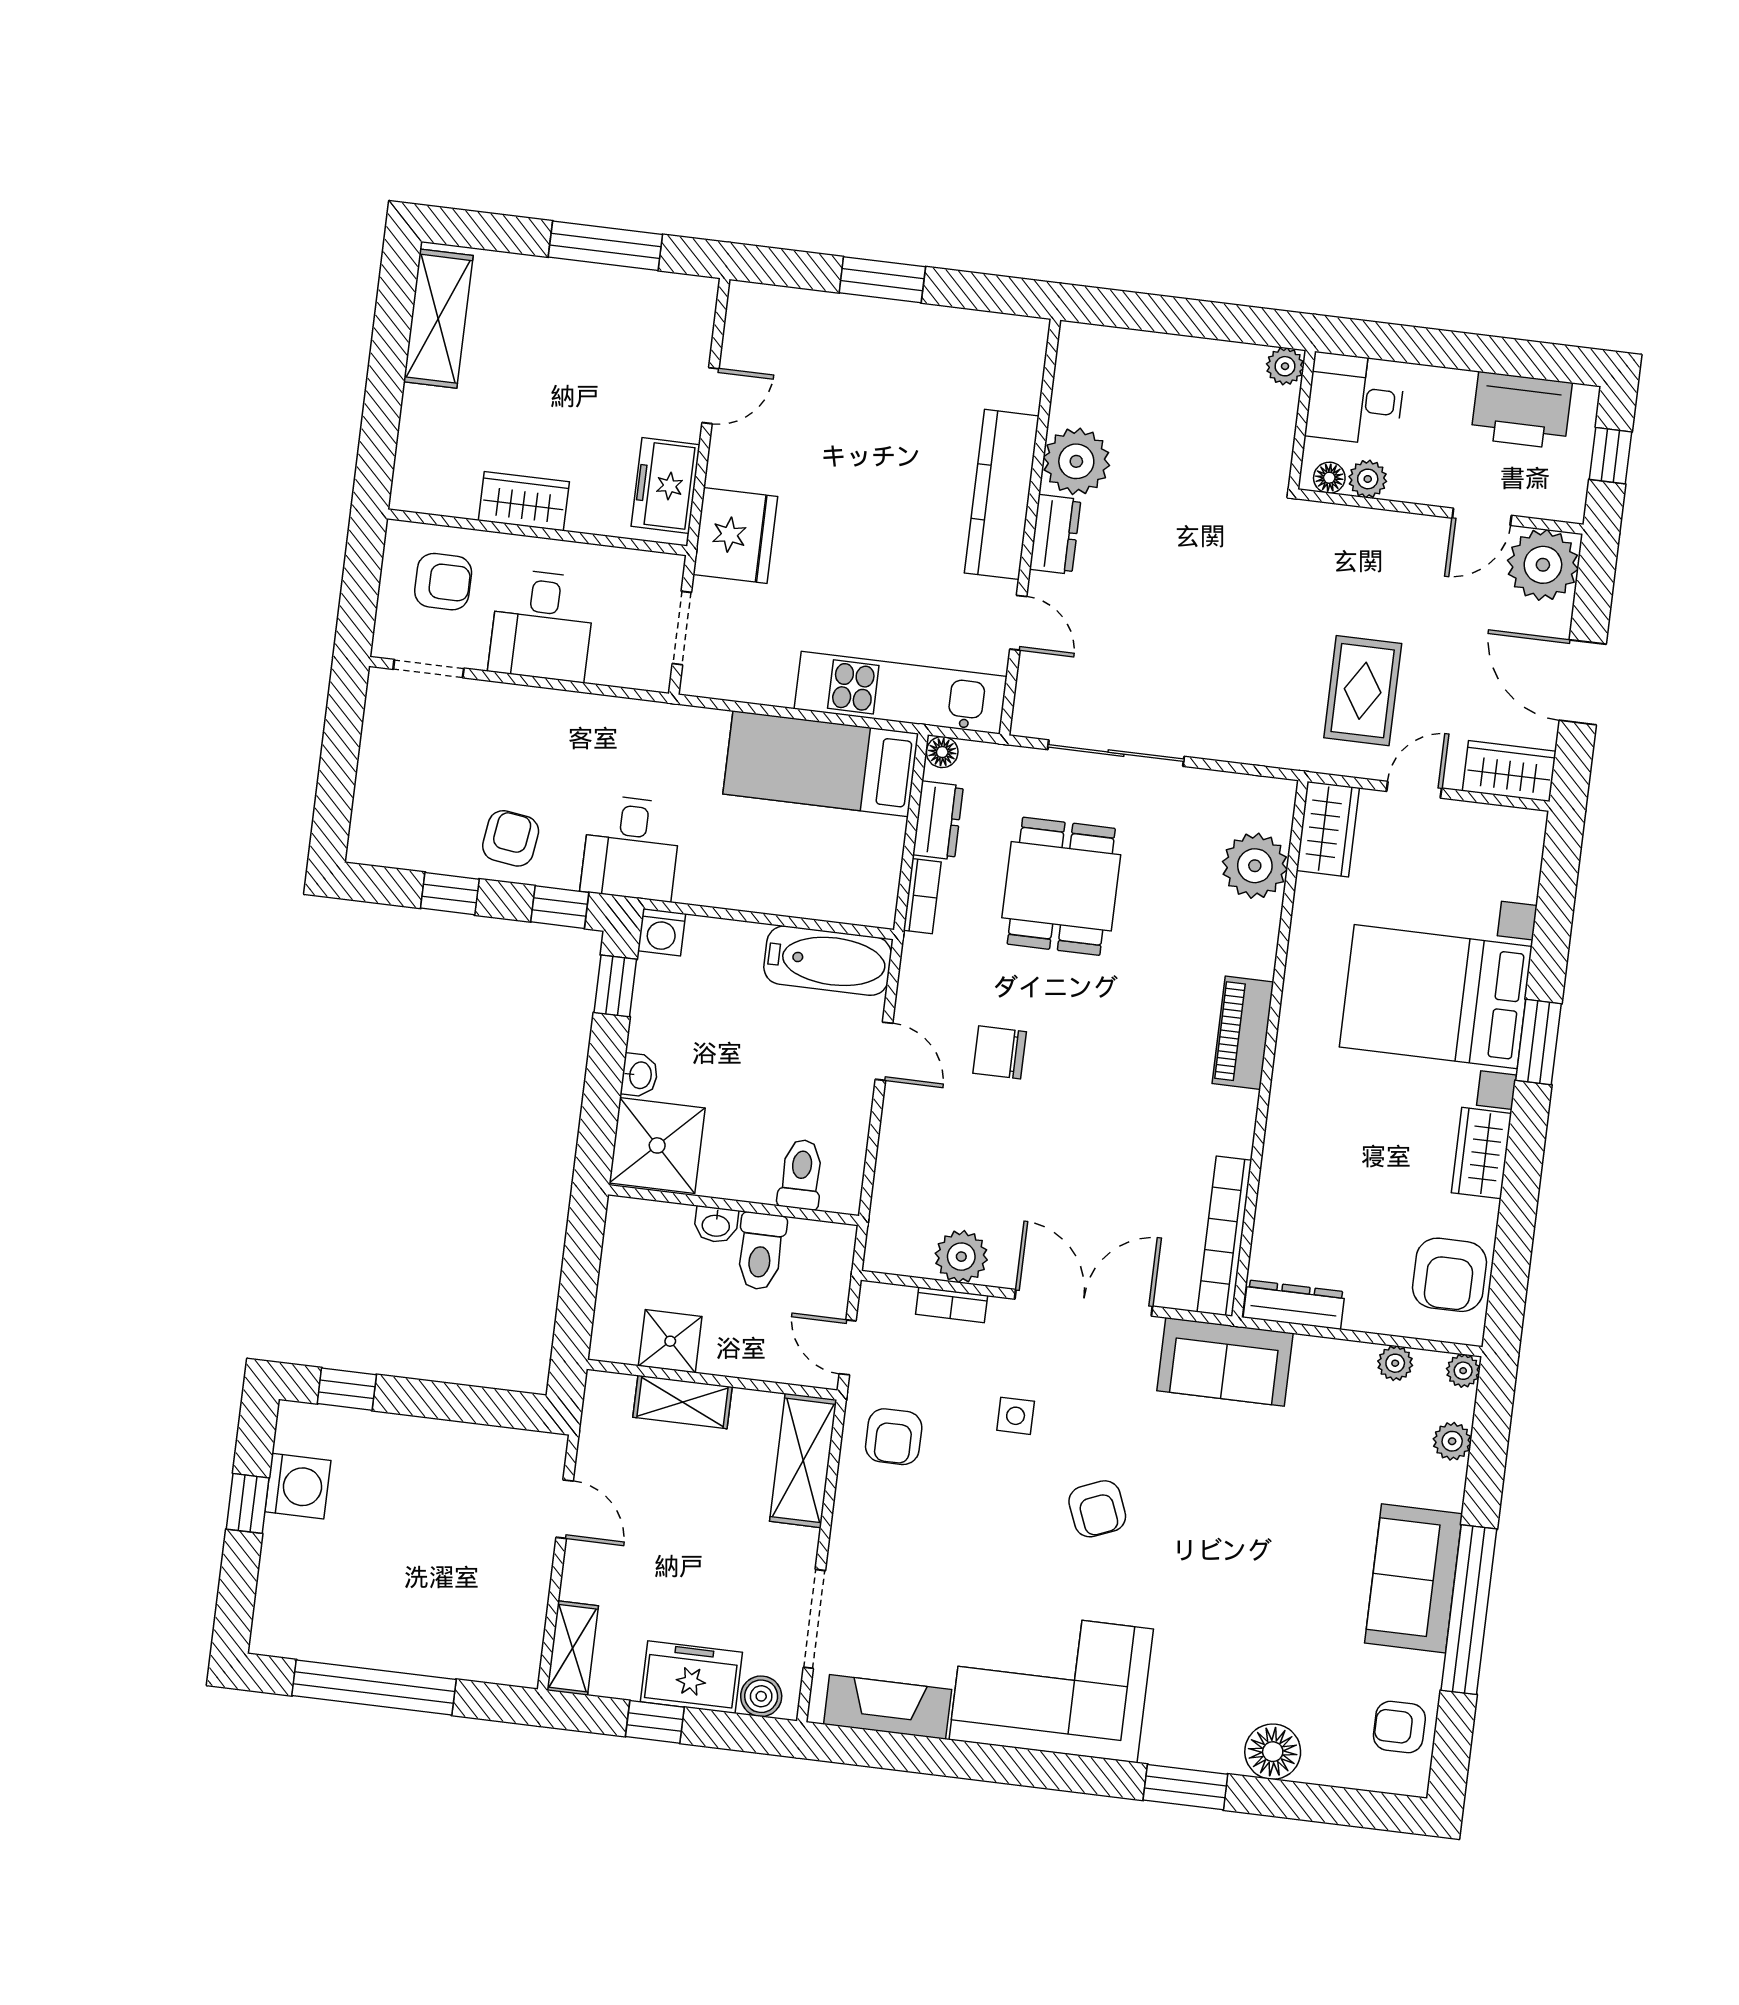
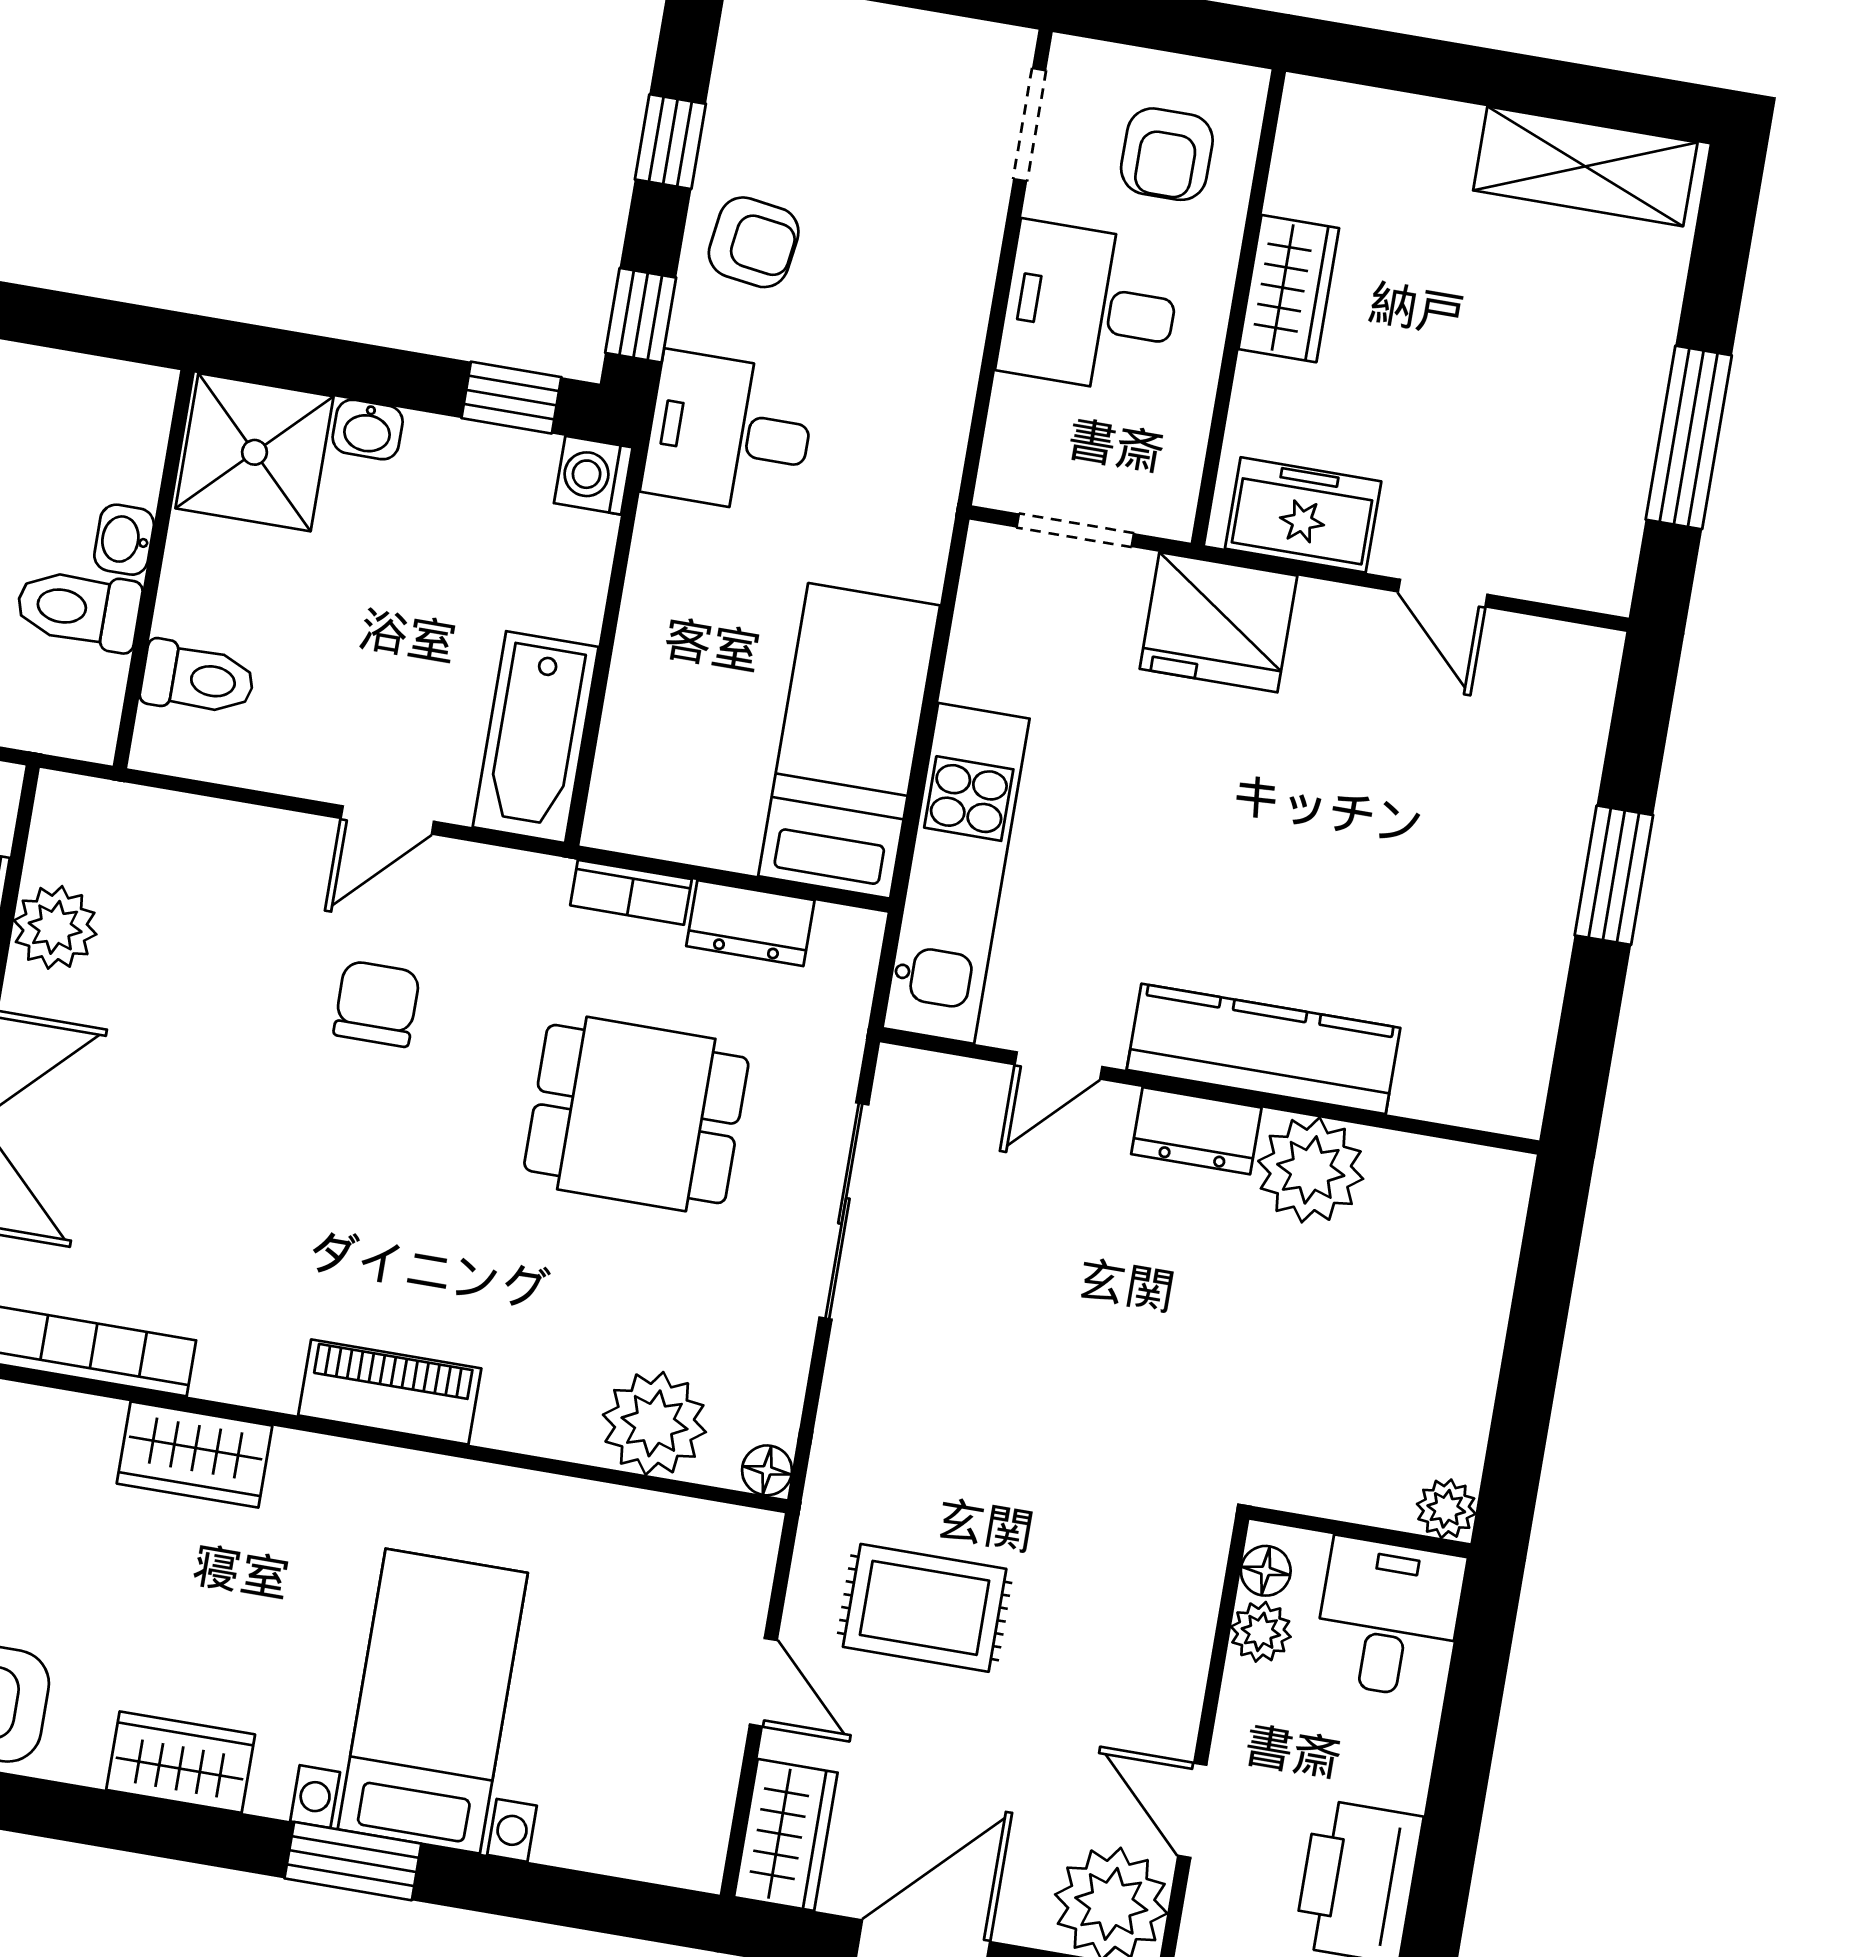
floor lamp: (942, 752) -> (767, 1470), moved
wardrobe: (1328, 829) -> (195, 1455), moved
bed with nightstands: (1436, 997) -> (433, 1701), width x0.73

